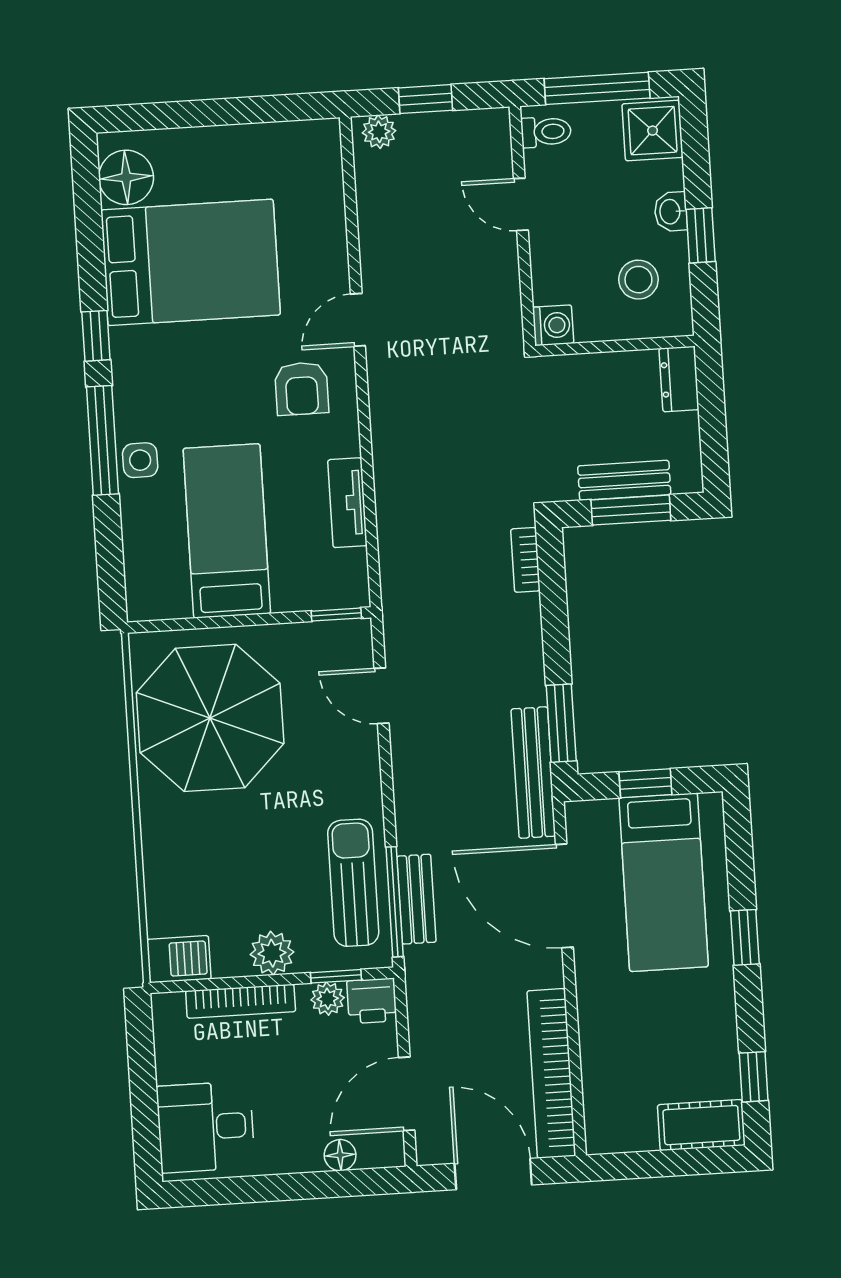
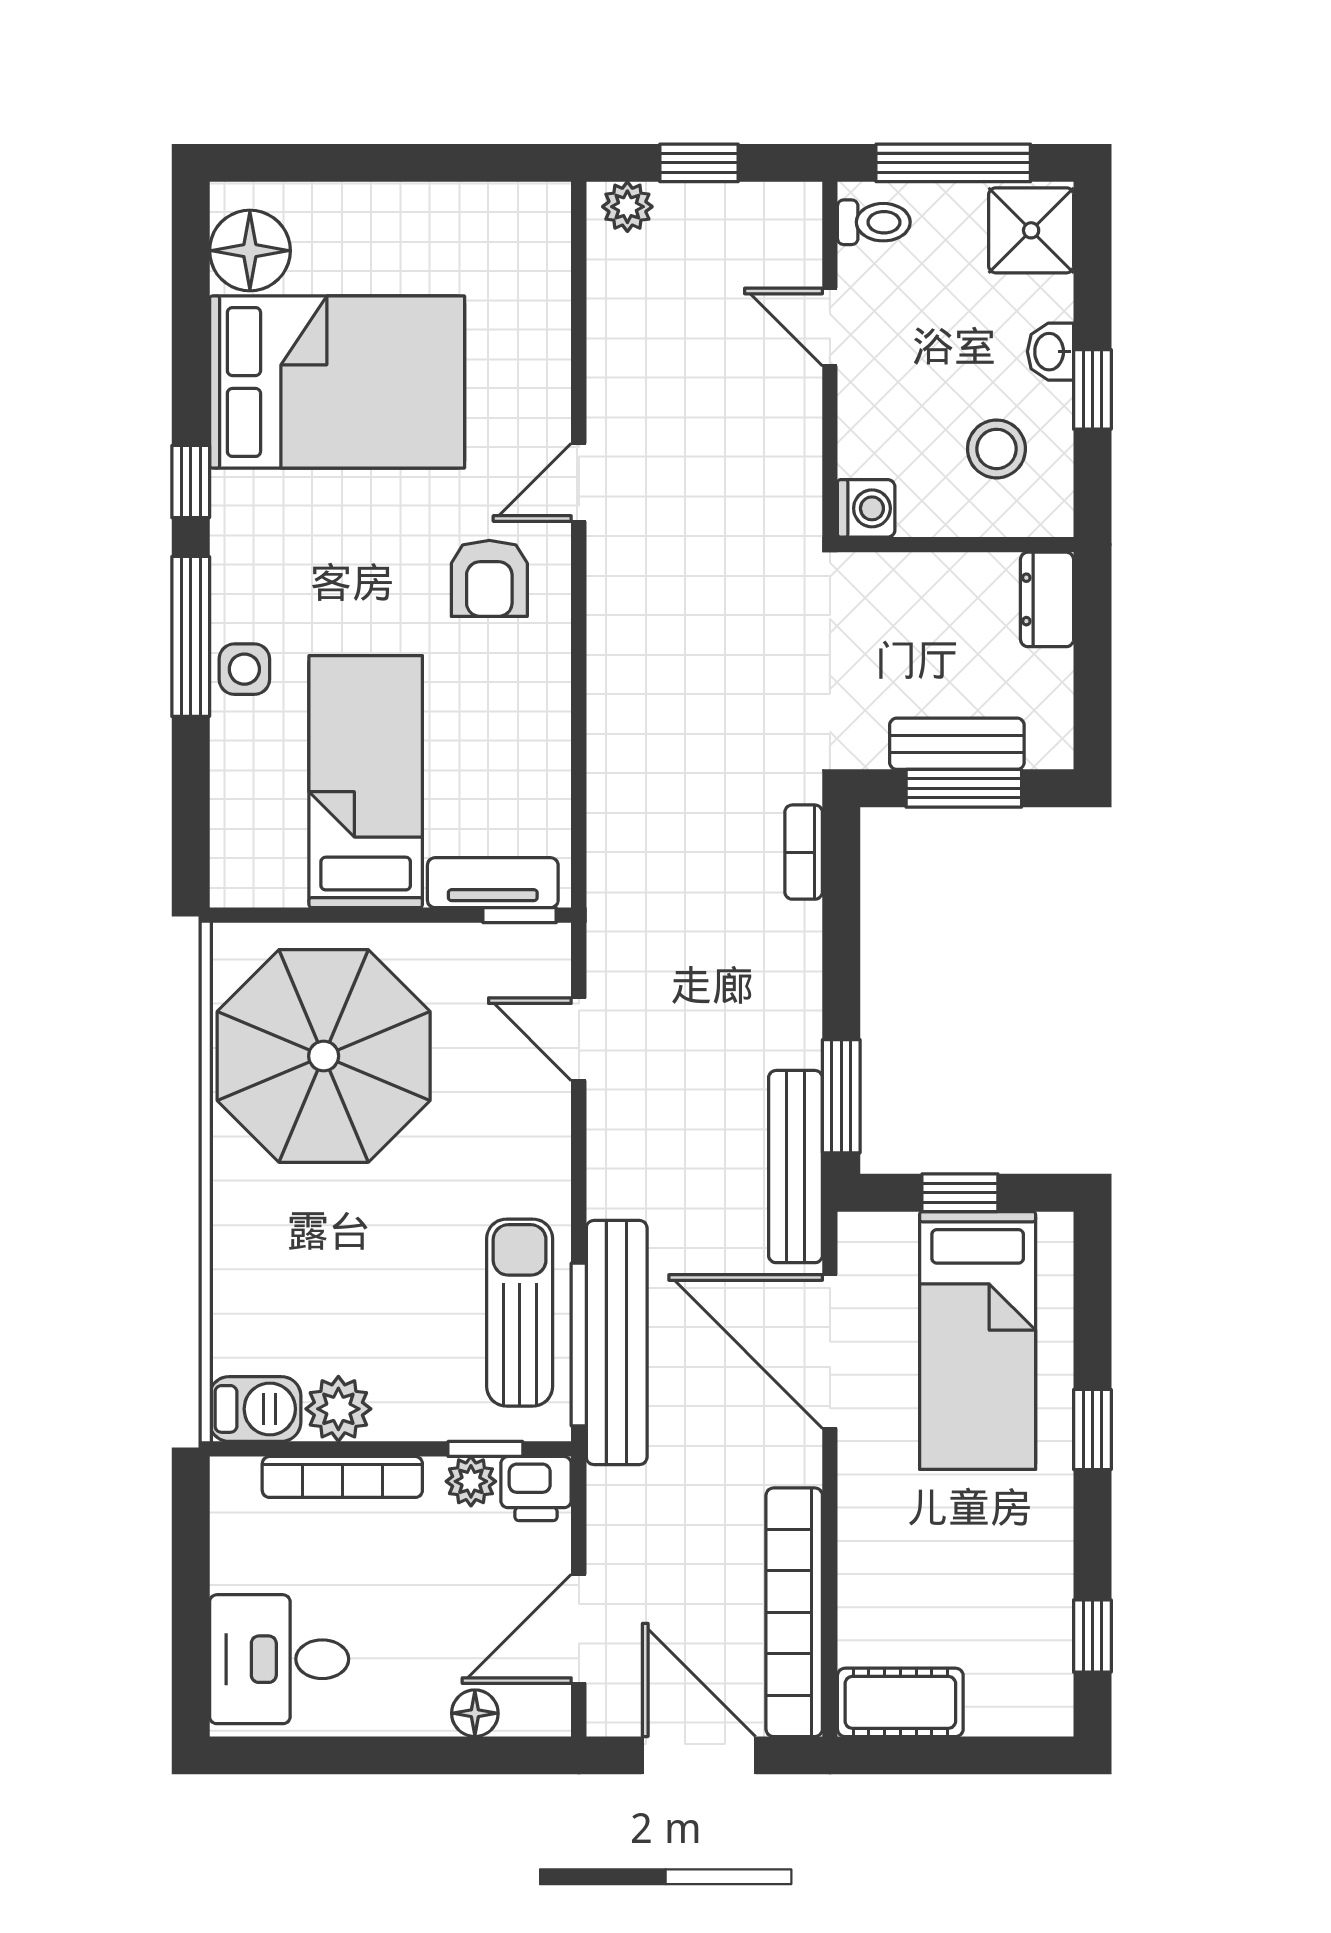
tv unit: (347, 503) -> (493, 883), moved, turned 90
bench: (416, 899) -> (617, 1343), width x1.86, depth x1.21
plant: (272, 953) -> (338, 1409), moved
cot: (701, 1125) -> (900, 1702), moved

